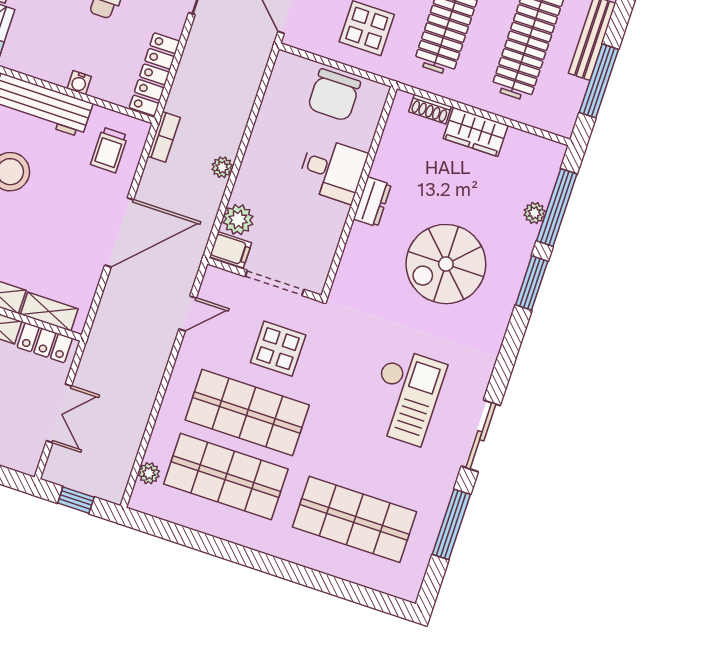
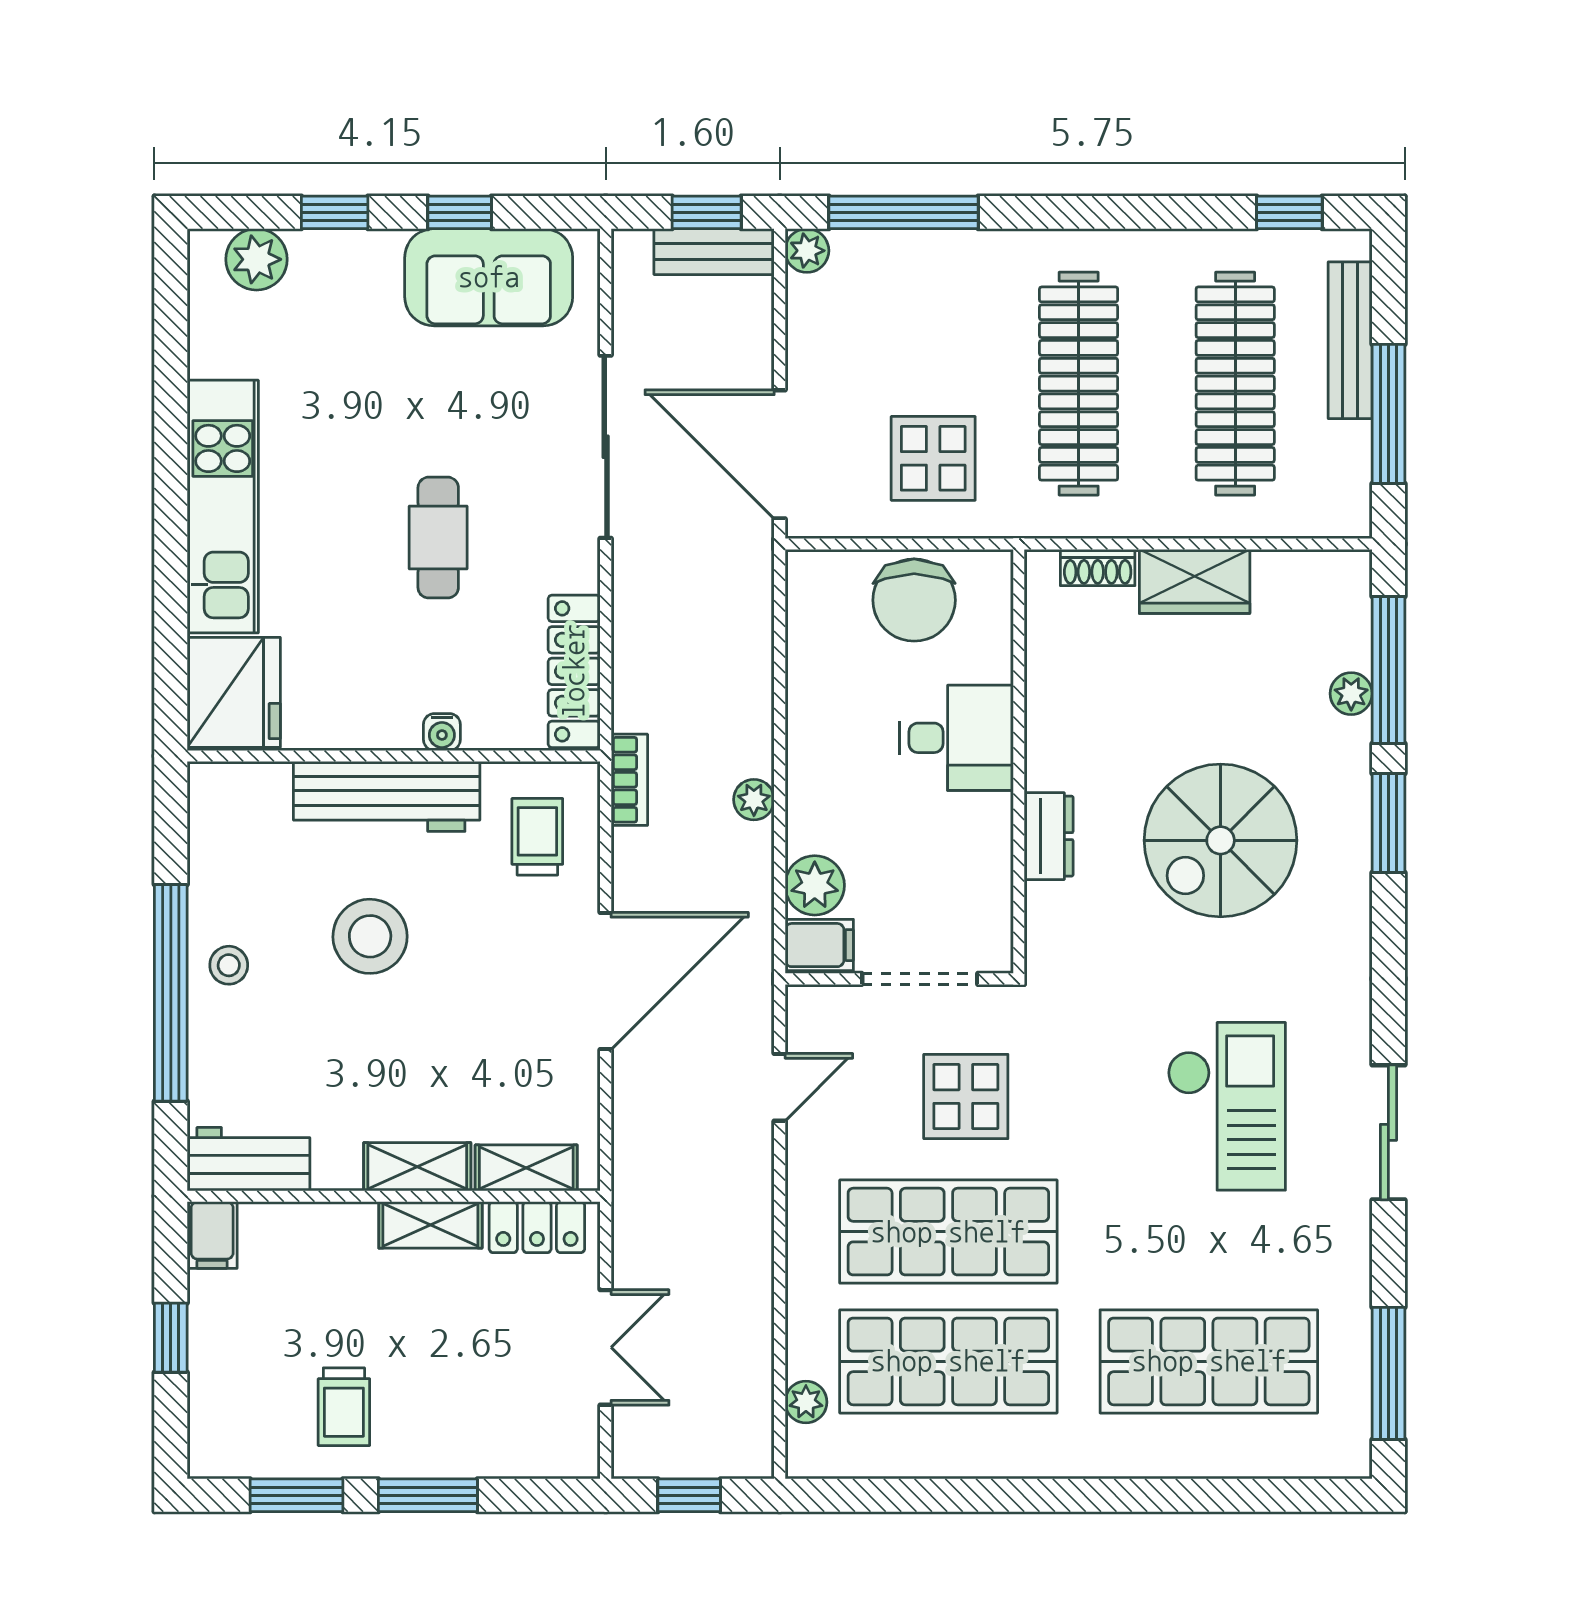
trolley: (109, 150) -> (537, 837), turned 180
dresser: (372, 202) -> (1049, 836), moved
window: (451, 524) -> (1388, 1373), moved

